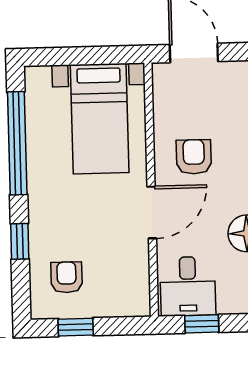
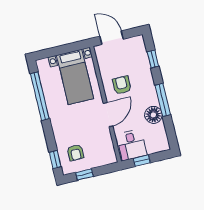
window: (20, 241) -> (55, 160), moved
armchair: (67, 277) -> (75, 153), turned 180

